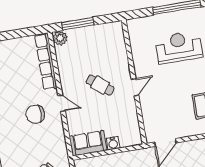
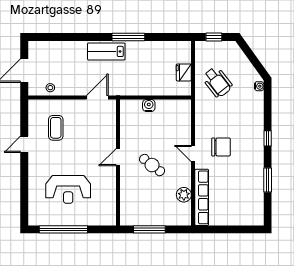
window: (78, 24) -> (149, 229), moved
plant: (60, 38) -> (184, 195), moved
sofa: (88, 143) -> (174, 110), removed

